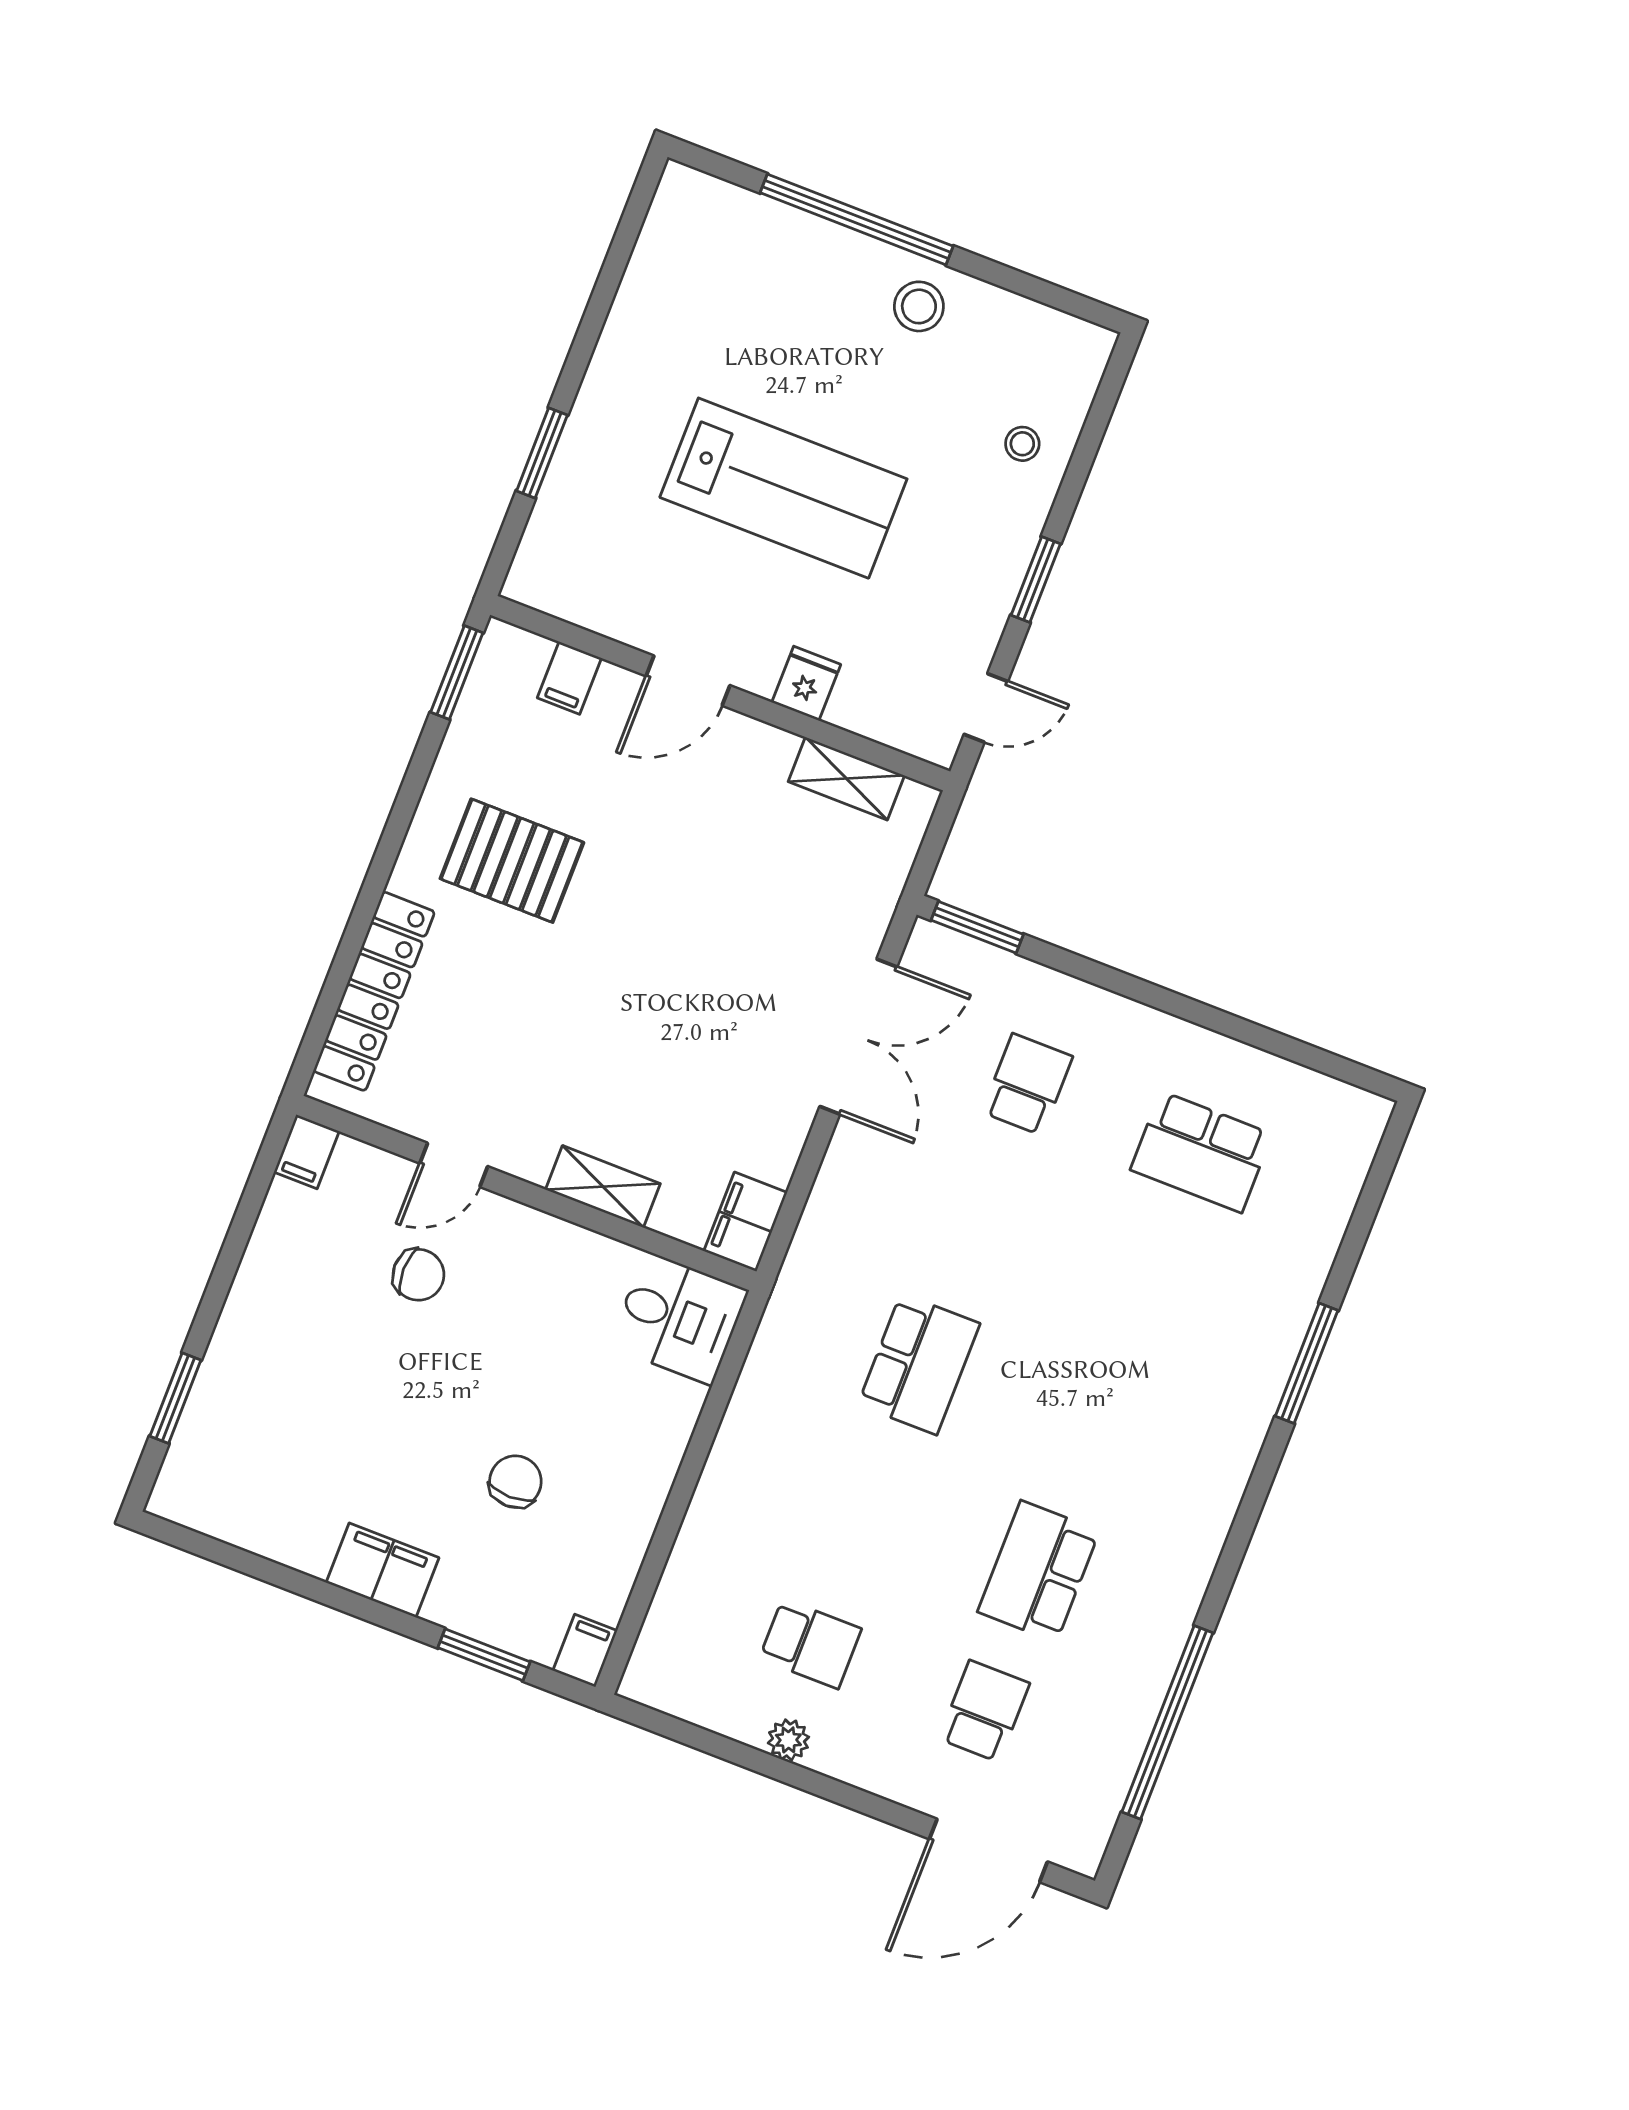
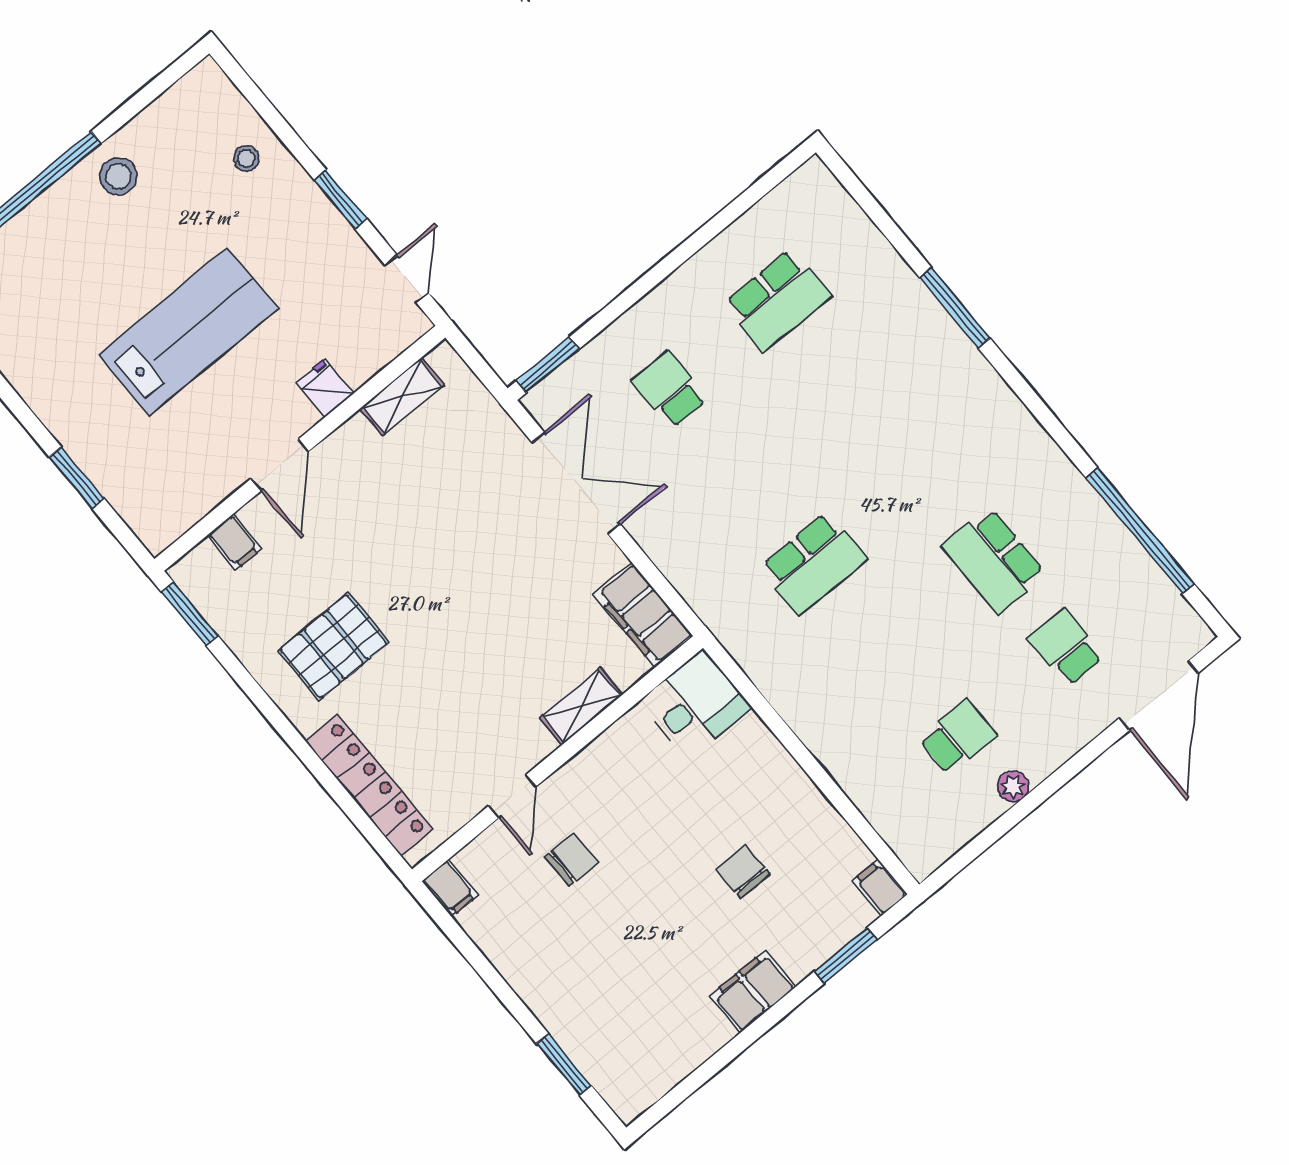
filing cabinet: (745, 1222) -> (644, 615), width x1.50, depth x1.17
school desk: (919, 1364) -> (814, 563), turned 90

